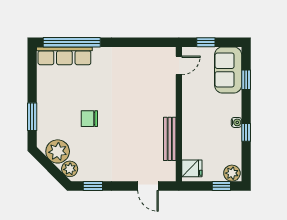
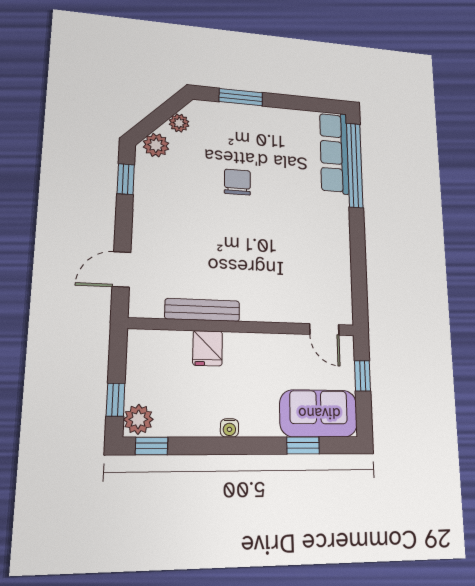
window: (246, 132) -> (152, 446), moved
plant: (58, 151) -> (179, 123), width x0.53, depth x0.53
fridge: (192, 168) -> (208, 348), moved

